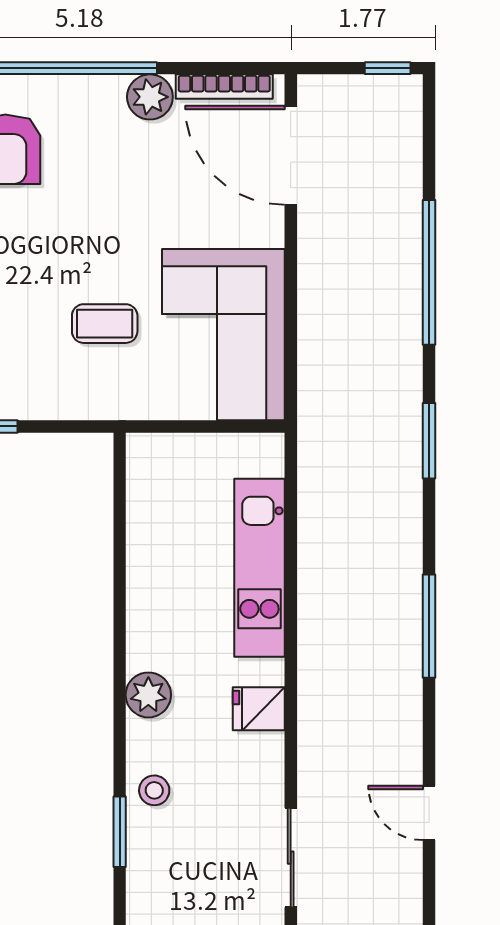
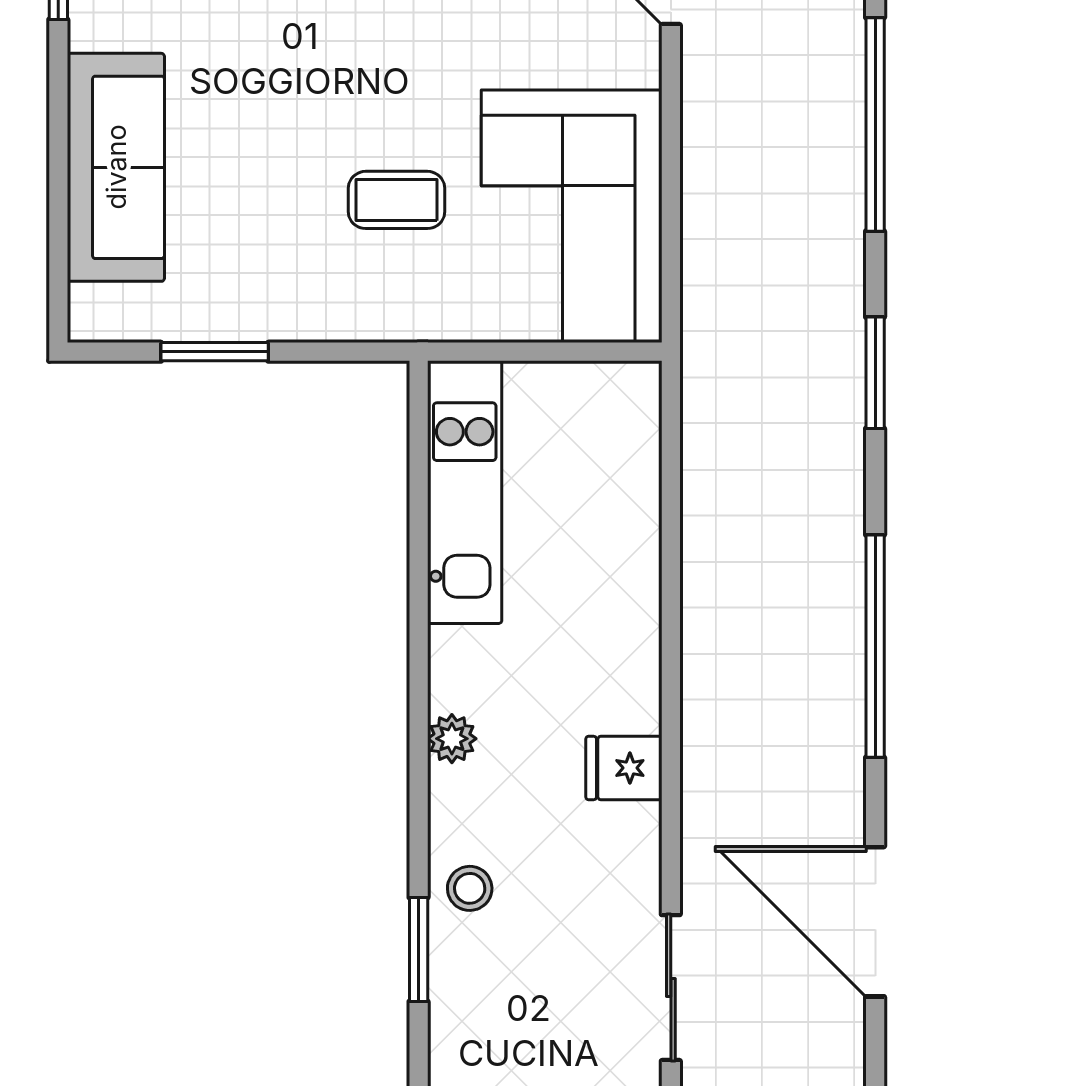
kitchen unit: (259, 568) -> (465, 492), moved, turned 180
window: (429, 626) -> (875, 646), width x1.46
plant: (148, 695) -> (452, 739), width x0.73, depth x0.73
door: (429, 813) -> (875, 922), width x1.87

